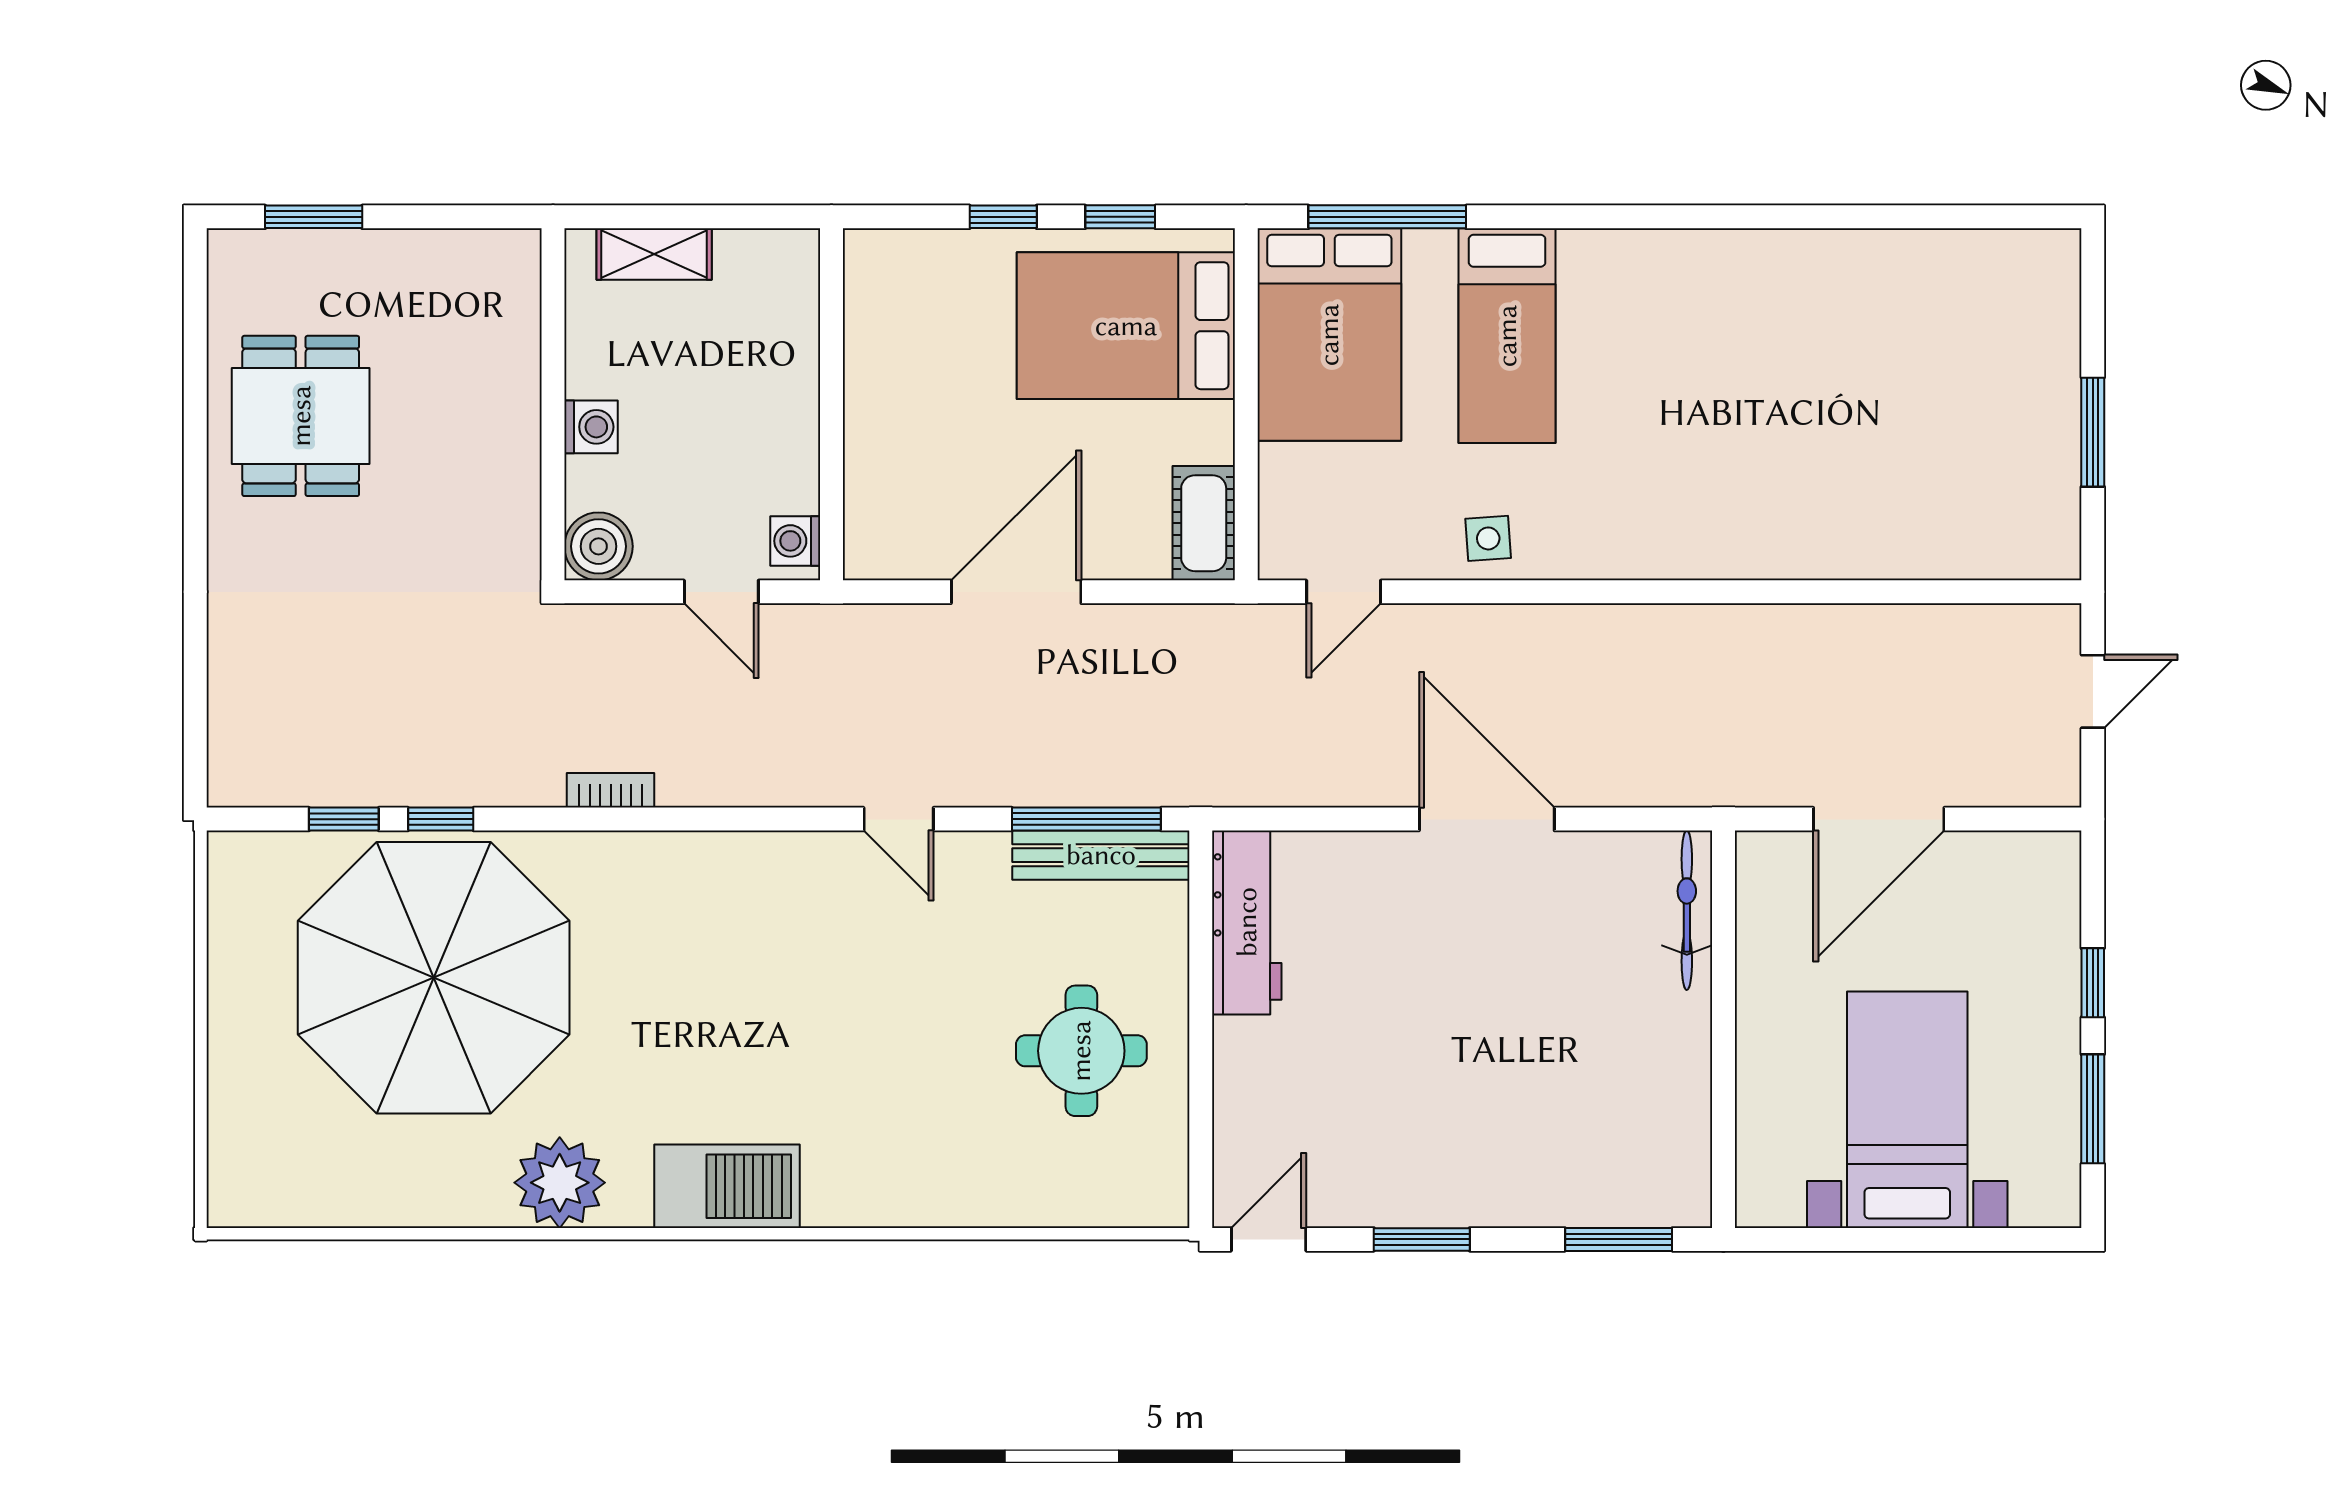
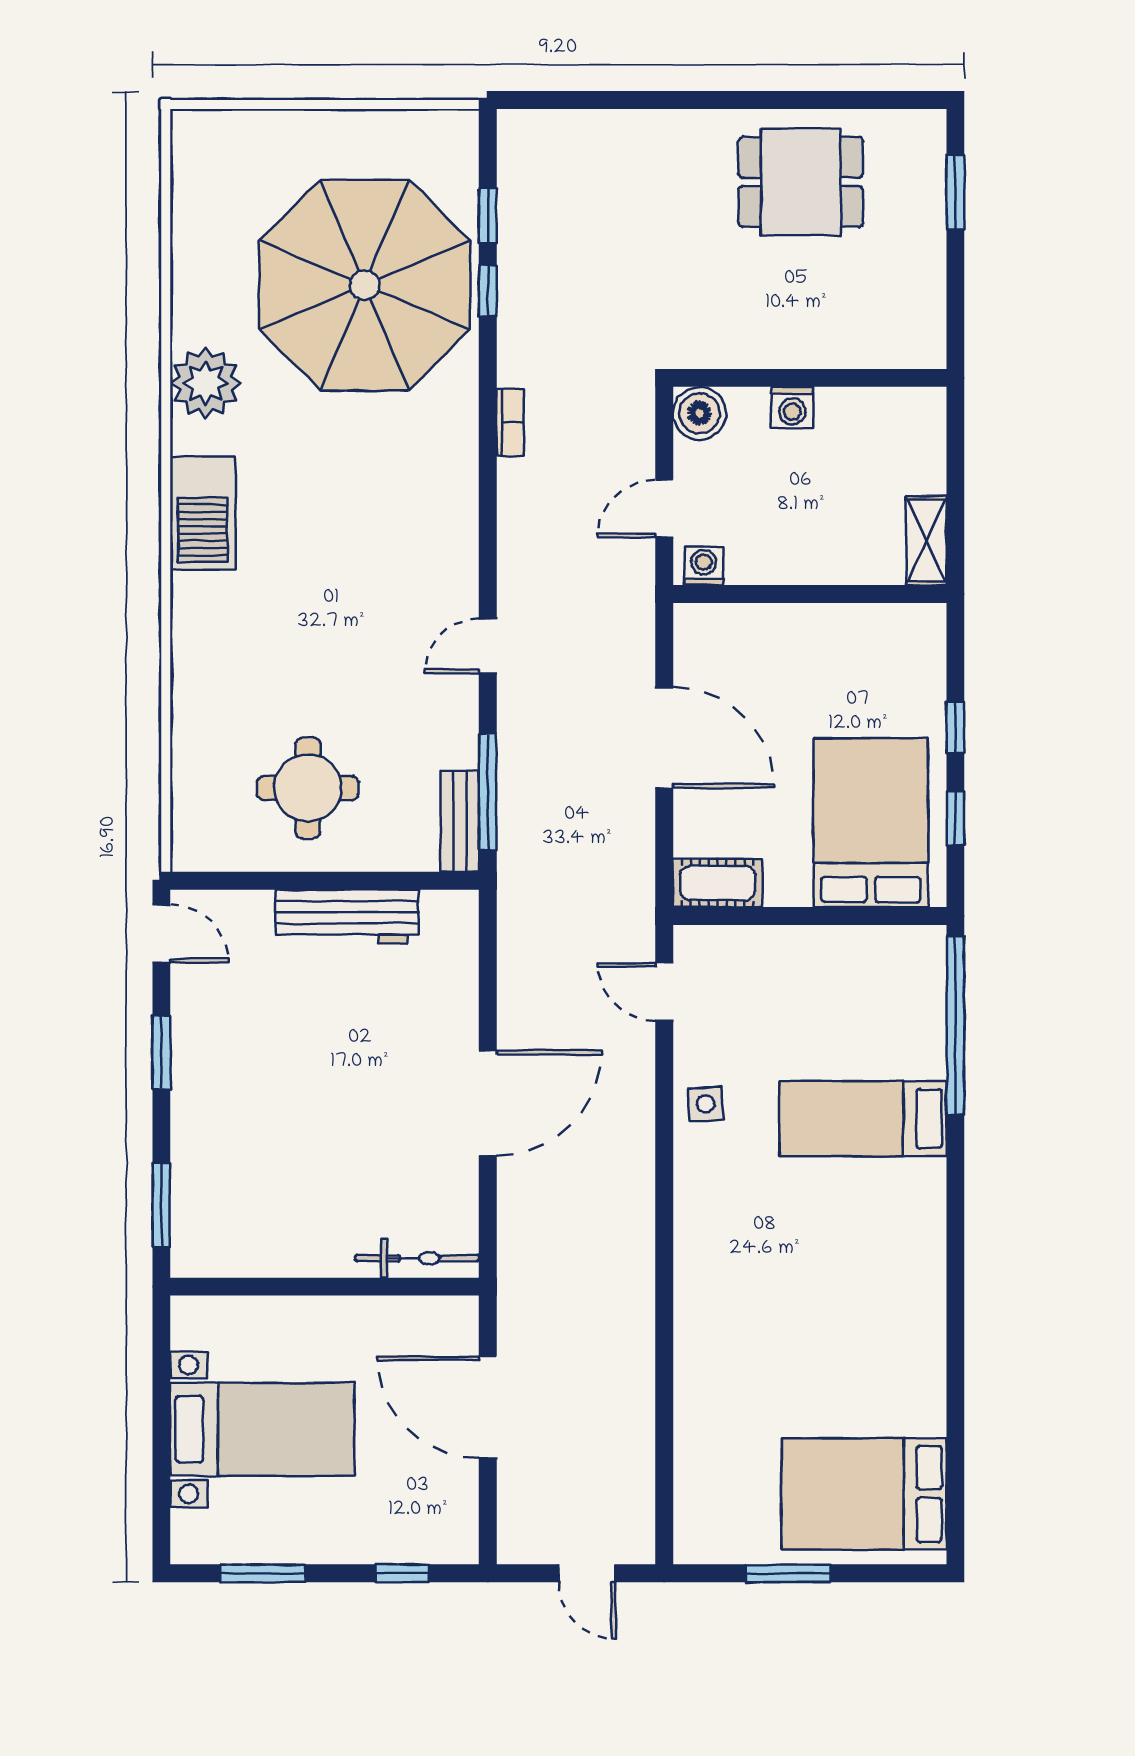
window: (1387, 217) -> (955, 1026), width x1.46
shelving: (654, 254) -> (926, 541), moved
bed: (1329, 335) -> (864, 1494), moved
bench: (1101, 855) -> (460, 821), width x0.73
workbench: (1247, 922) -> (347, 916), moved
window: (2093, 983) -> (402, 1573), moved

